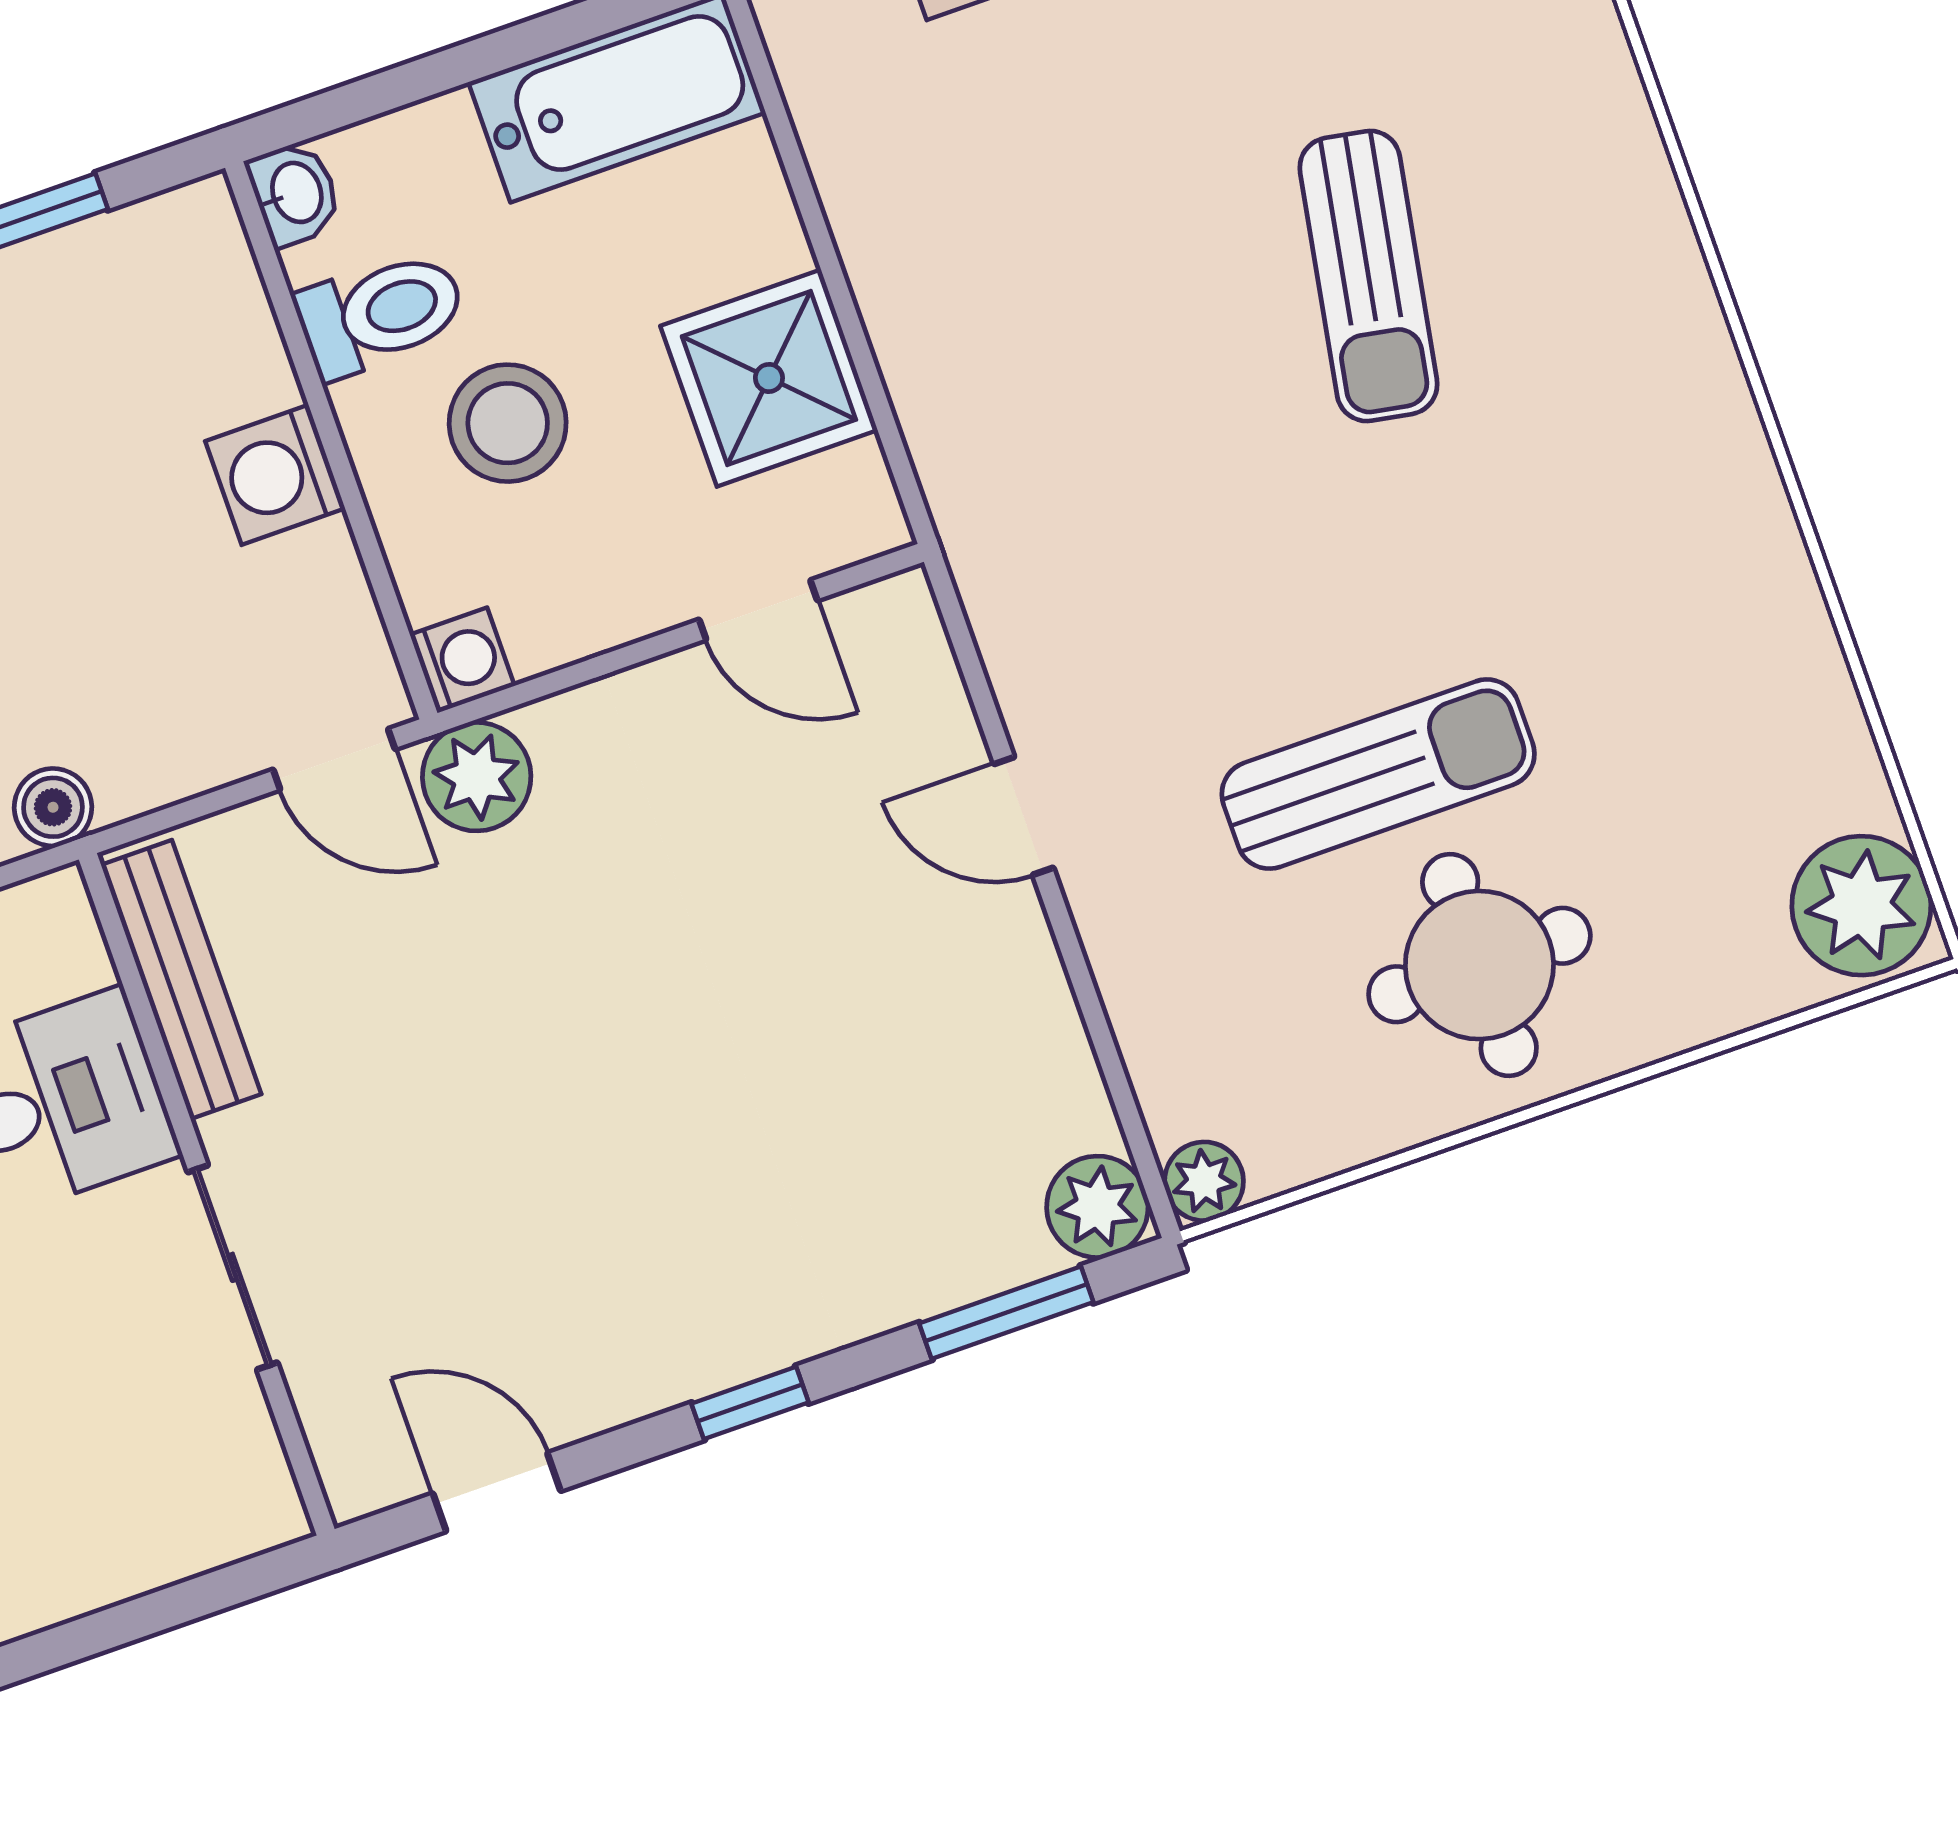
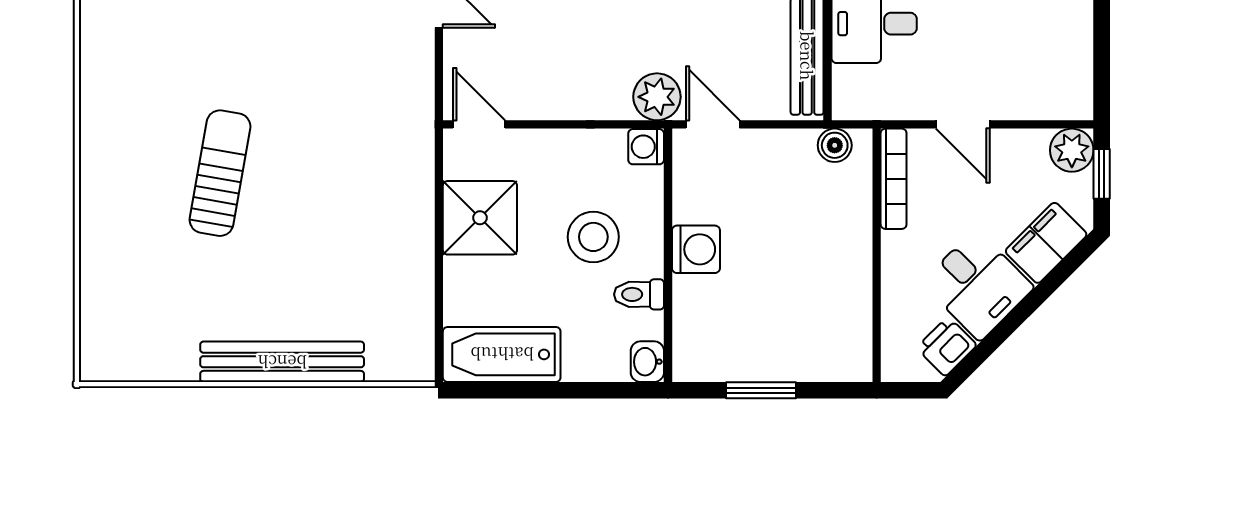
toilet: (381, 314) -> (639, 294), width x0.73, depth x0.72
door: (758, 610) -> (479, 124), moved

